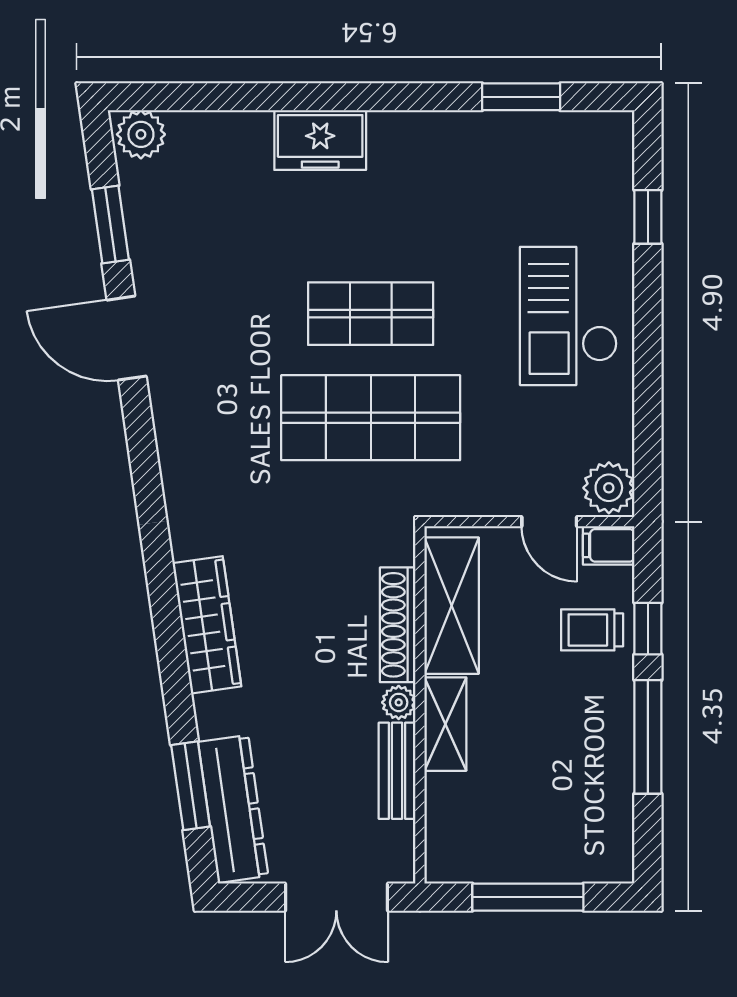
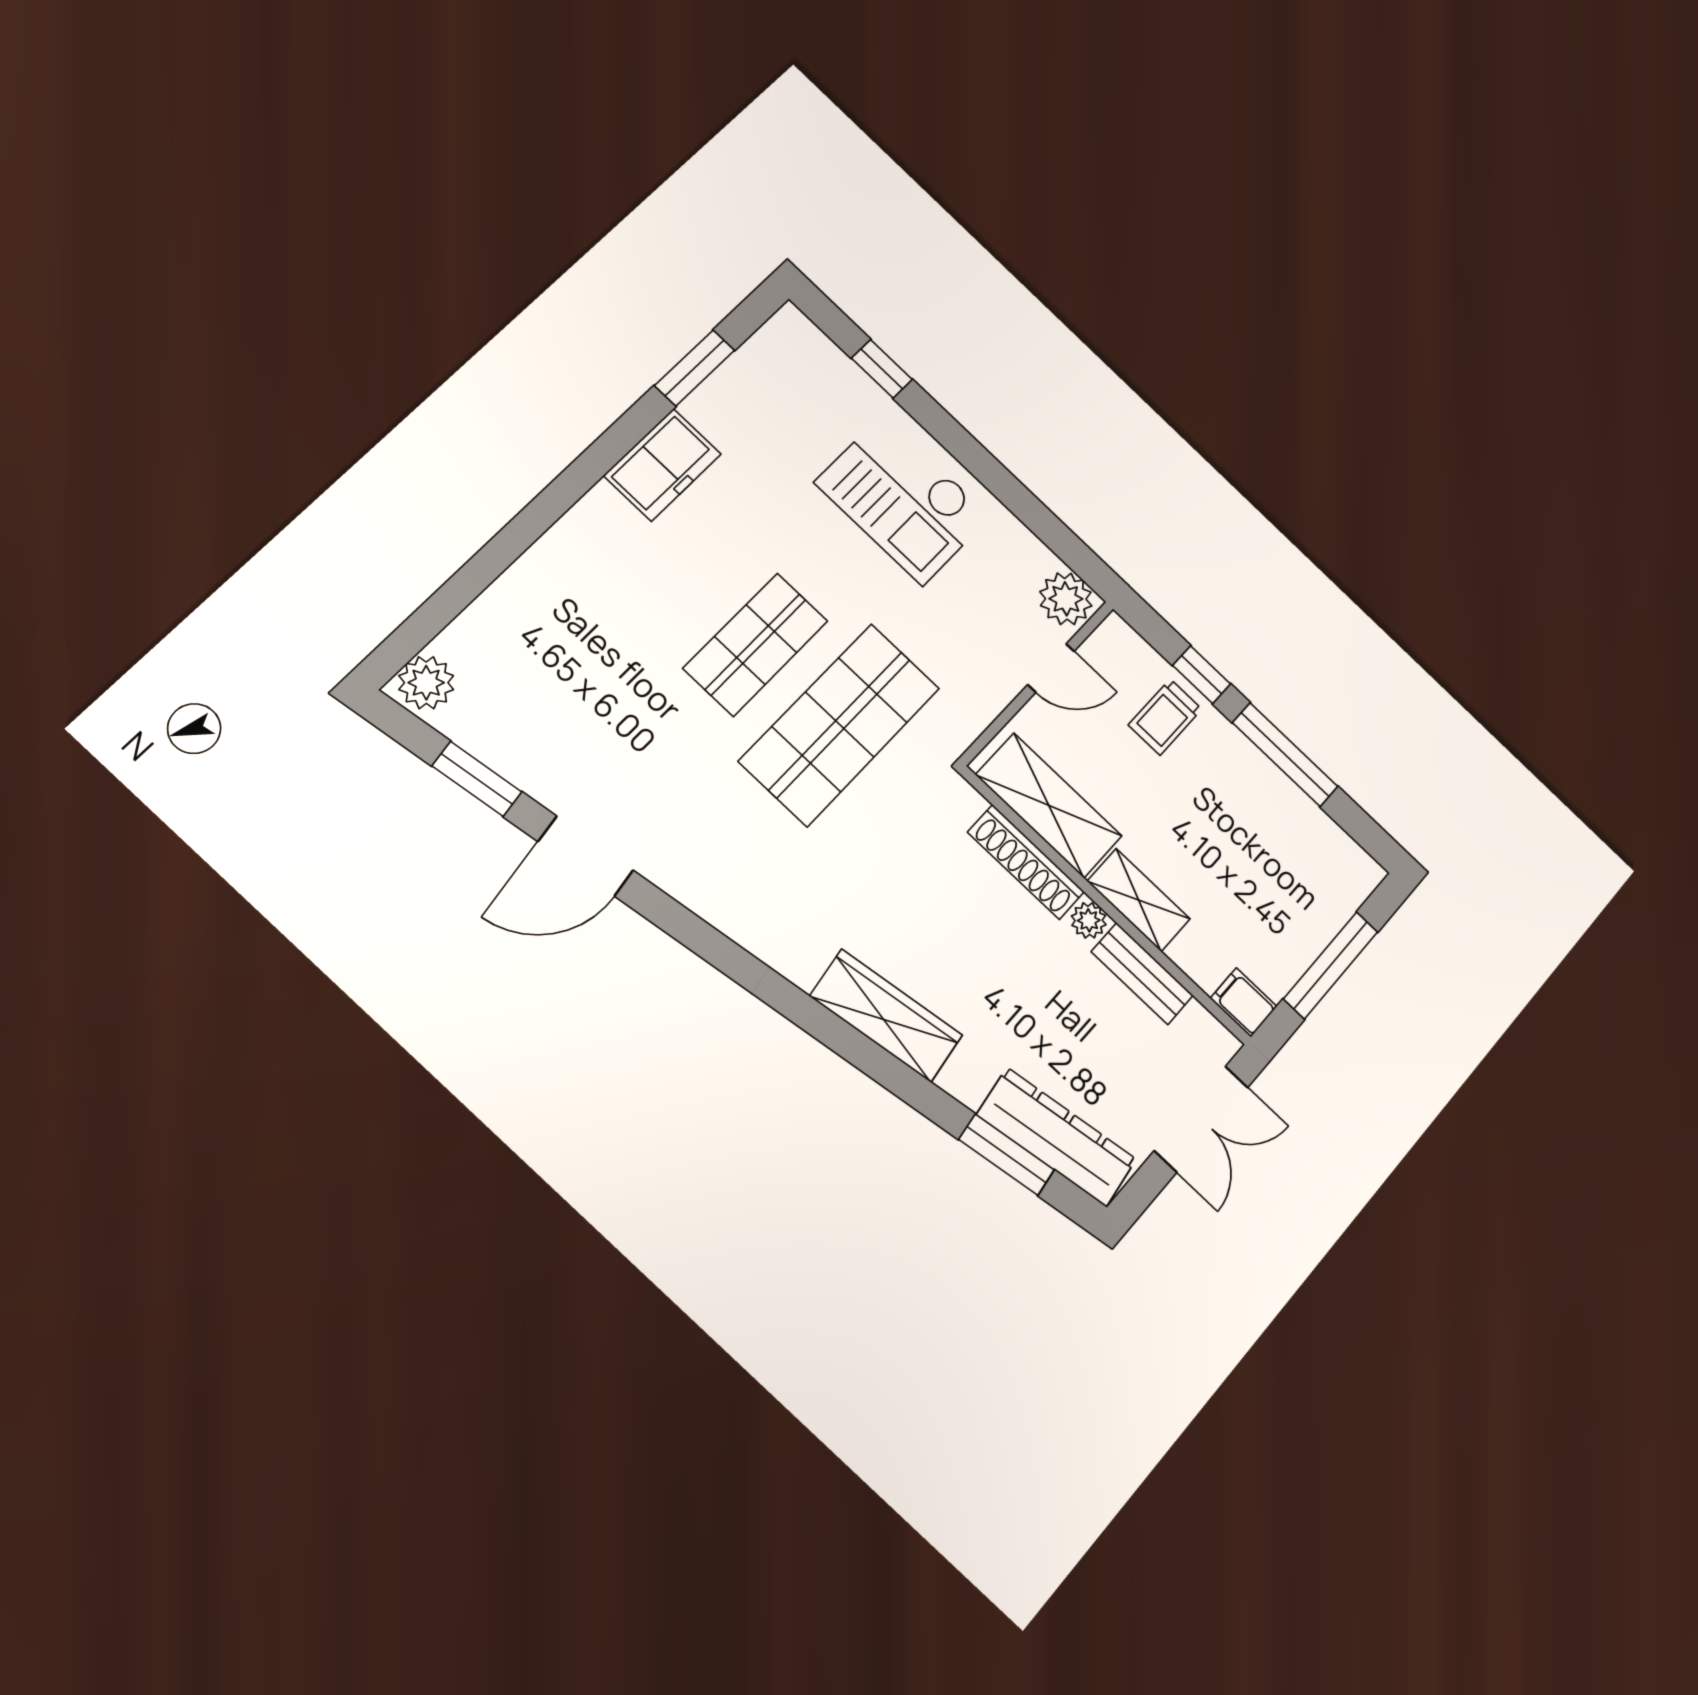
freezer: (320, 140) -> (662, 465), moved
filing cabinet: (609, 545) -> (1244, 1002), moved, turned 90

